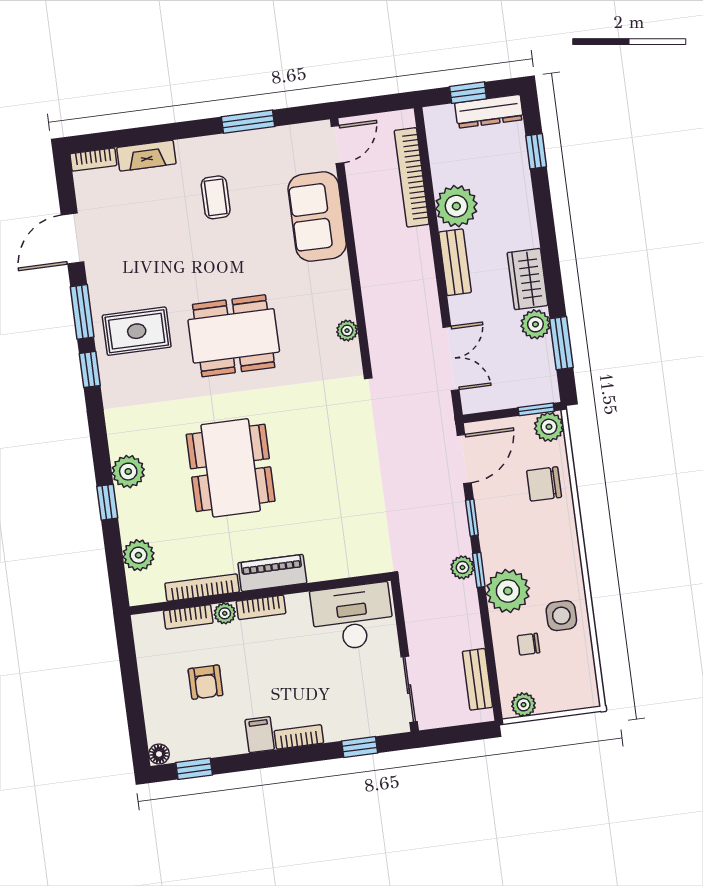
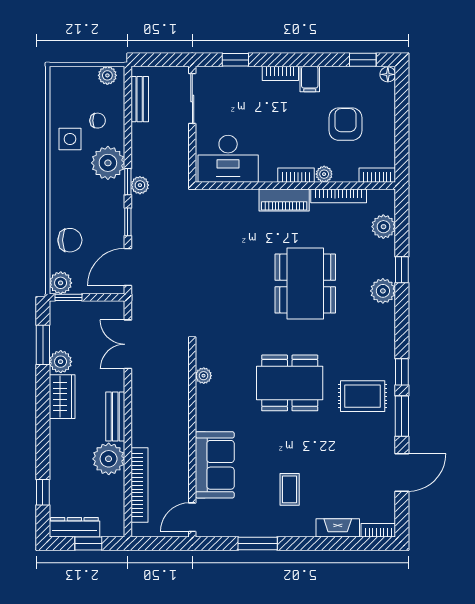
bookcase: (188, 617) -> (377, 175), moved
armchair: (206, 682) -> (345, 124), width x1.38, depth x1.38

